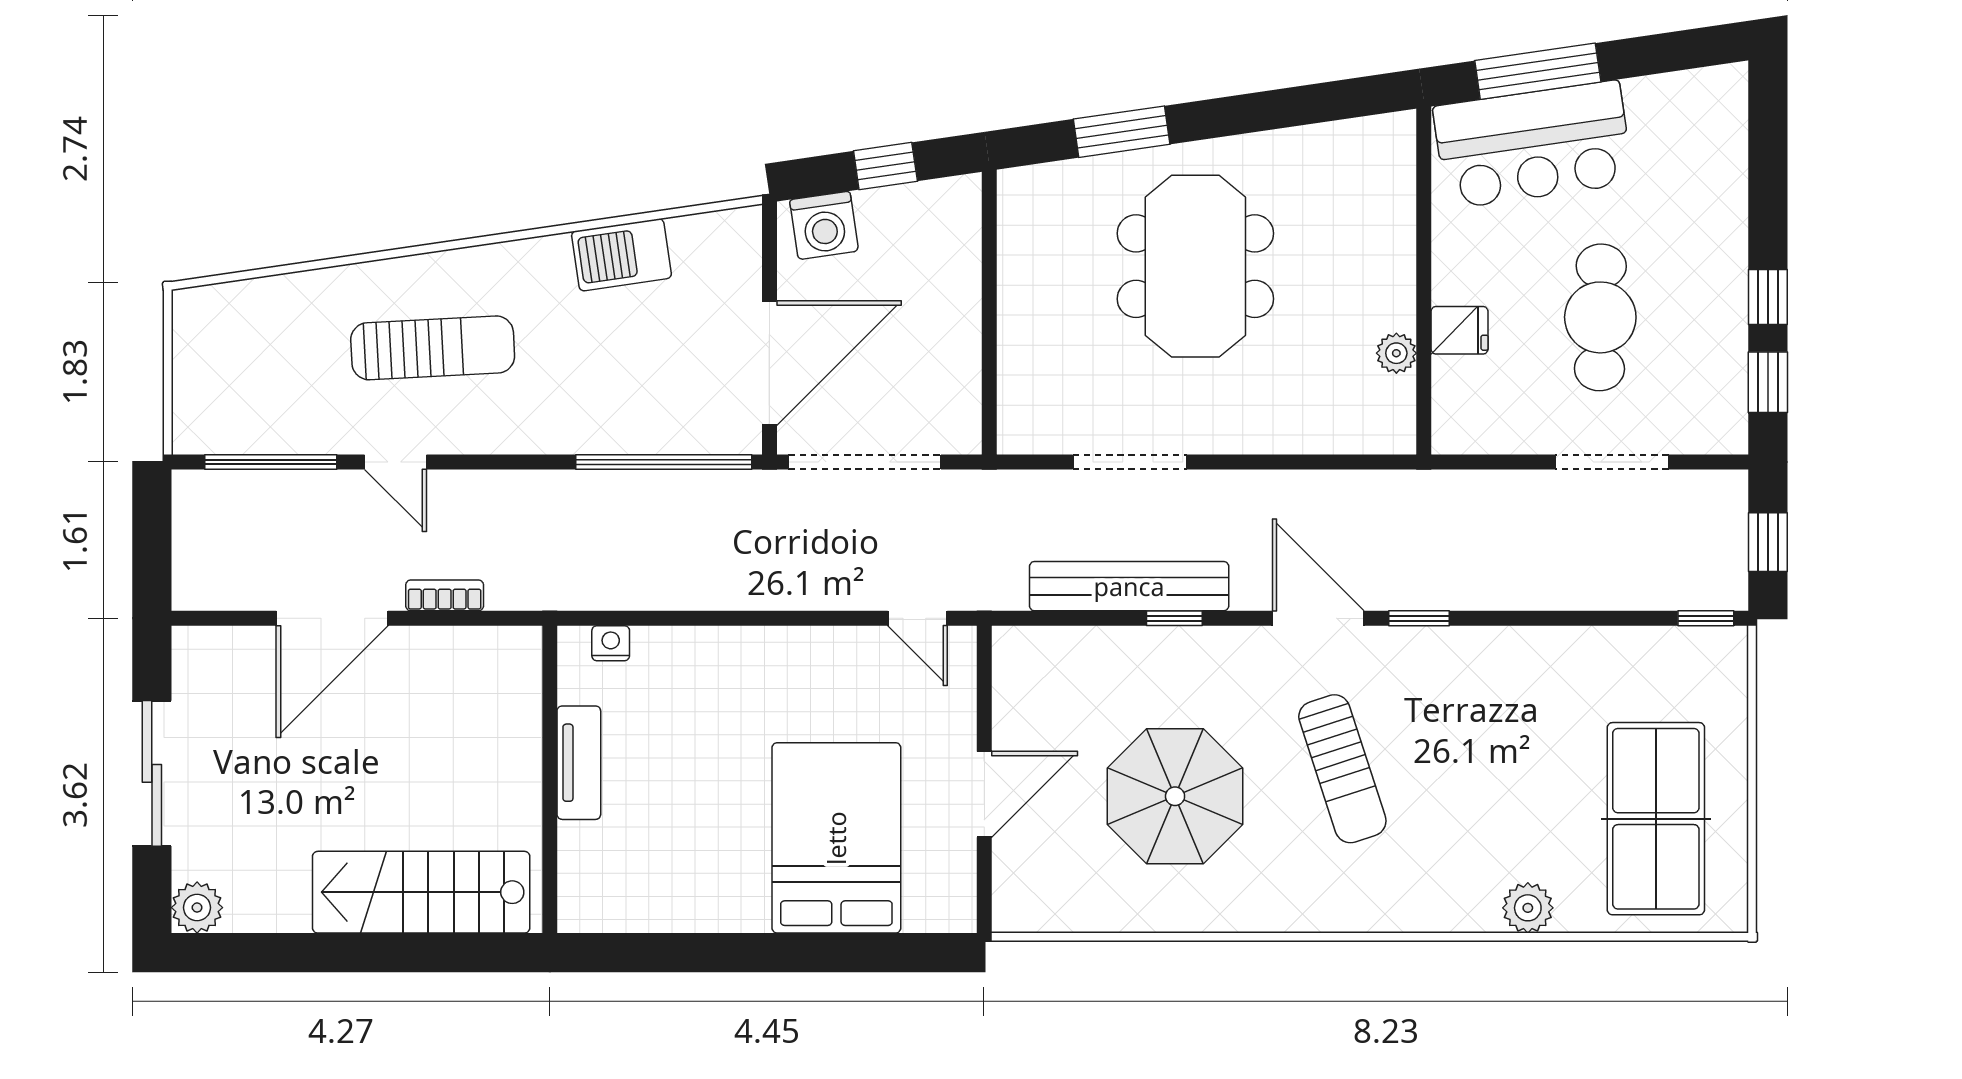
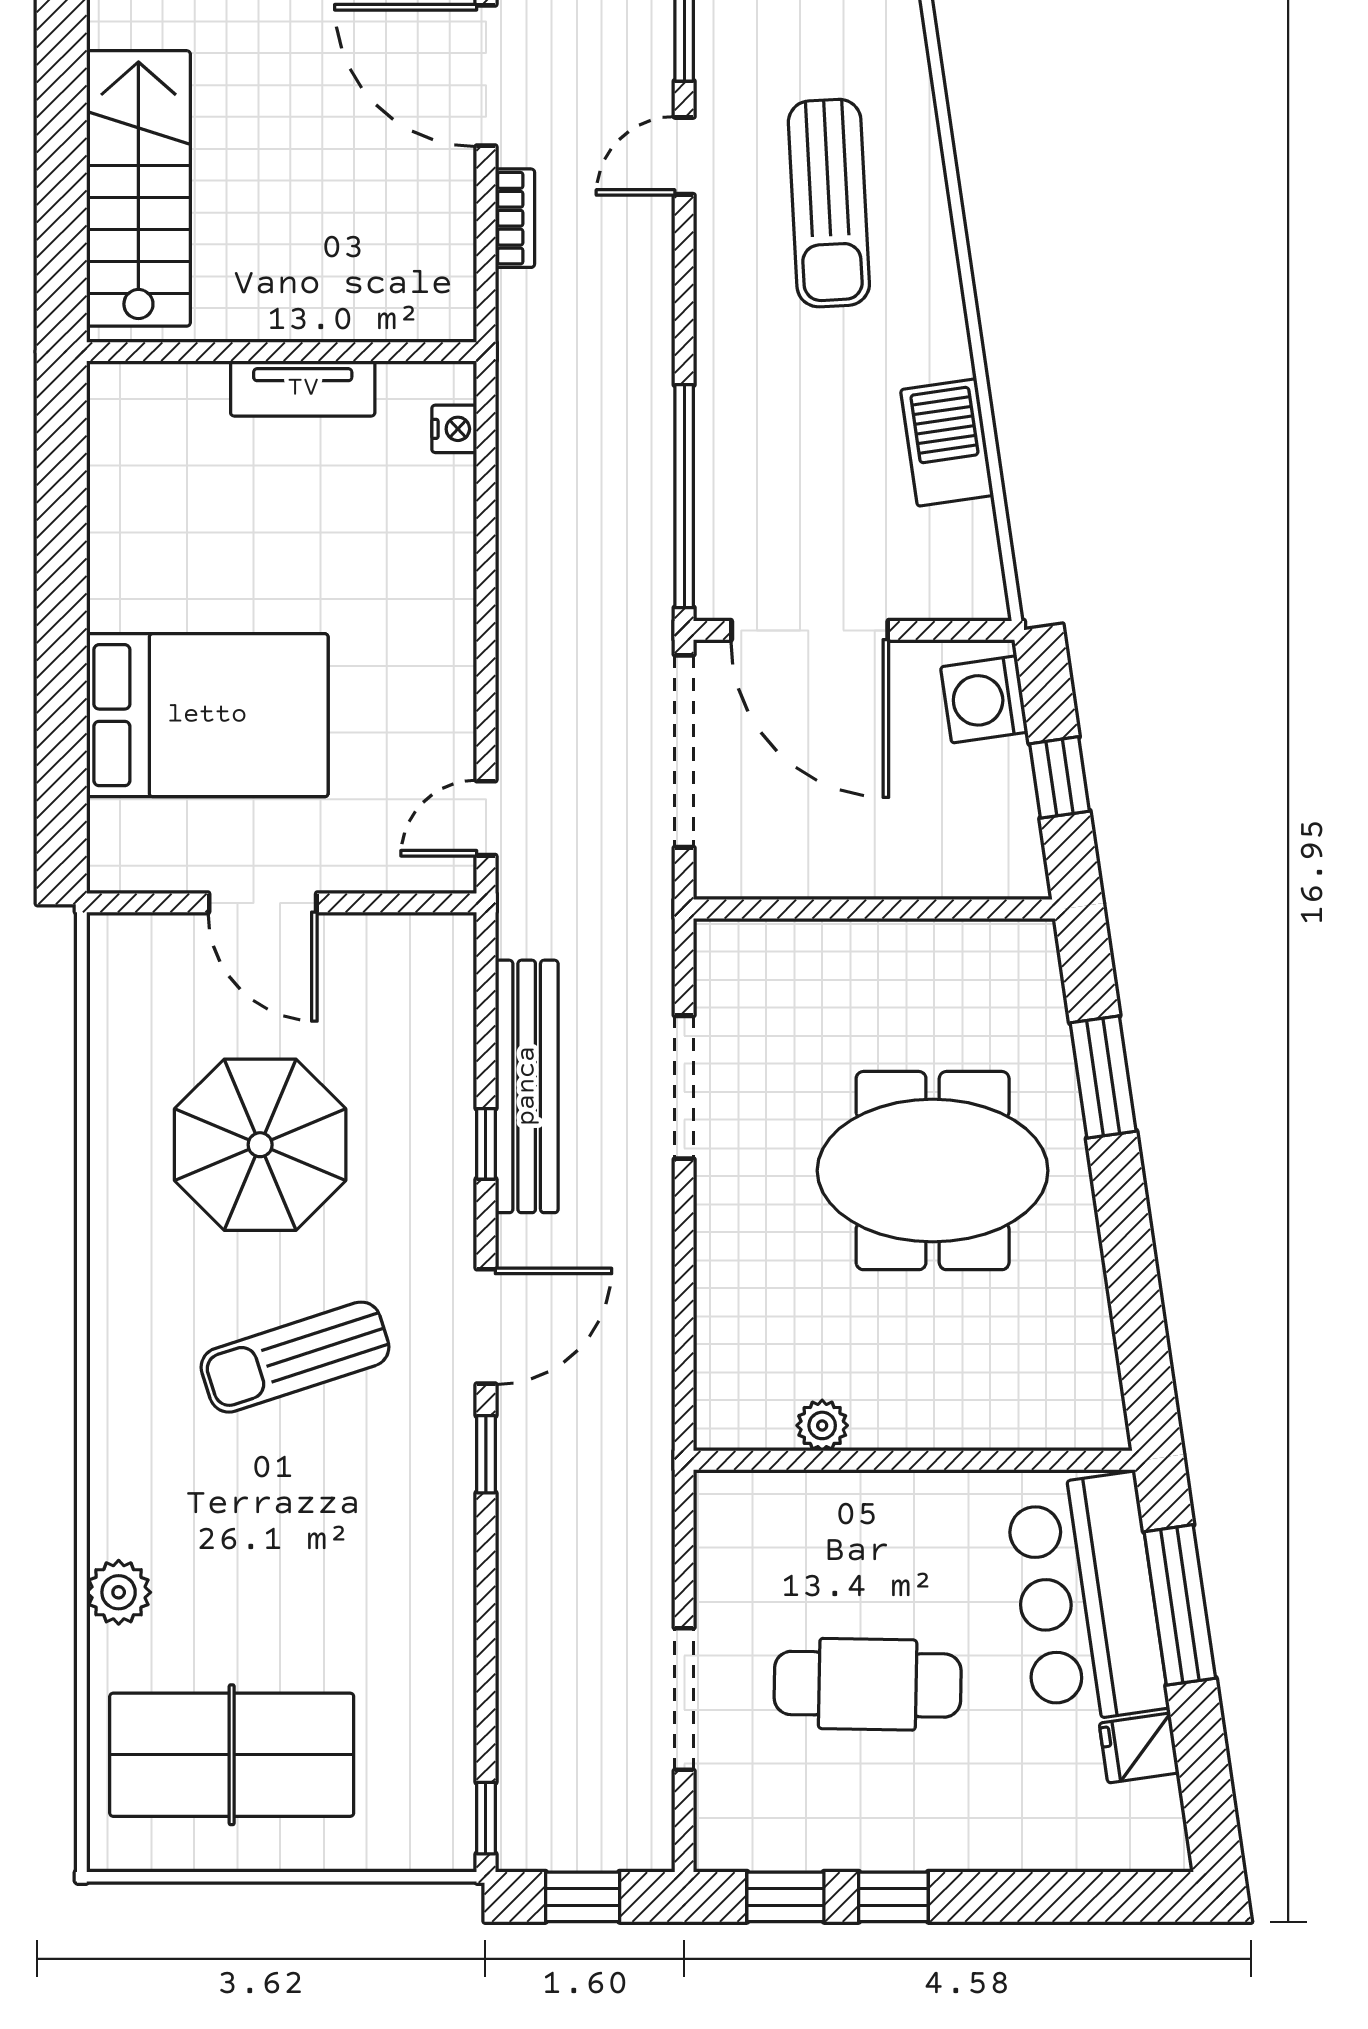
fridge: (1460, 330) -> (1139, 1748), moved, turned 82

